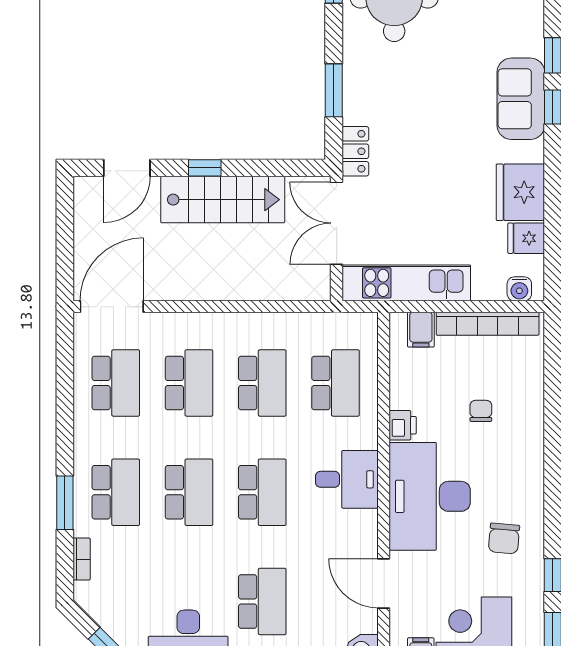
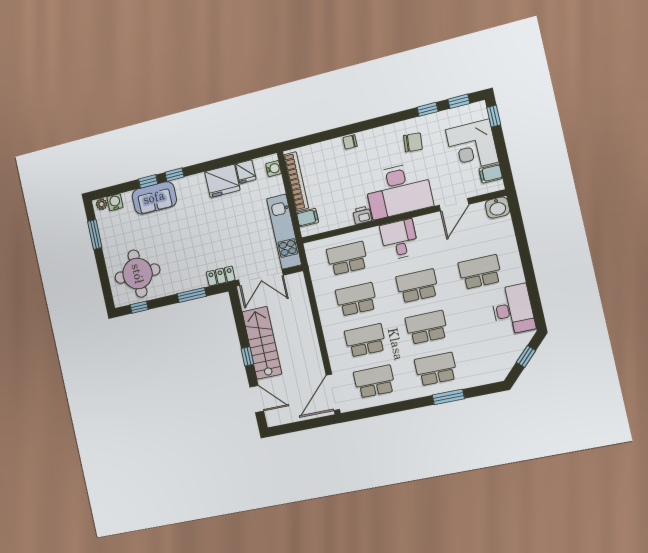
sofa: (521, 99) -> (154, 198), moved
door: (112, 307) -> (333, 392), hinge flipped
chair: (481, 411) -> (350, 142), moved
bookcase: (82, 559) -> (479, 381), removed

